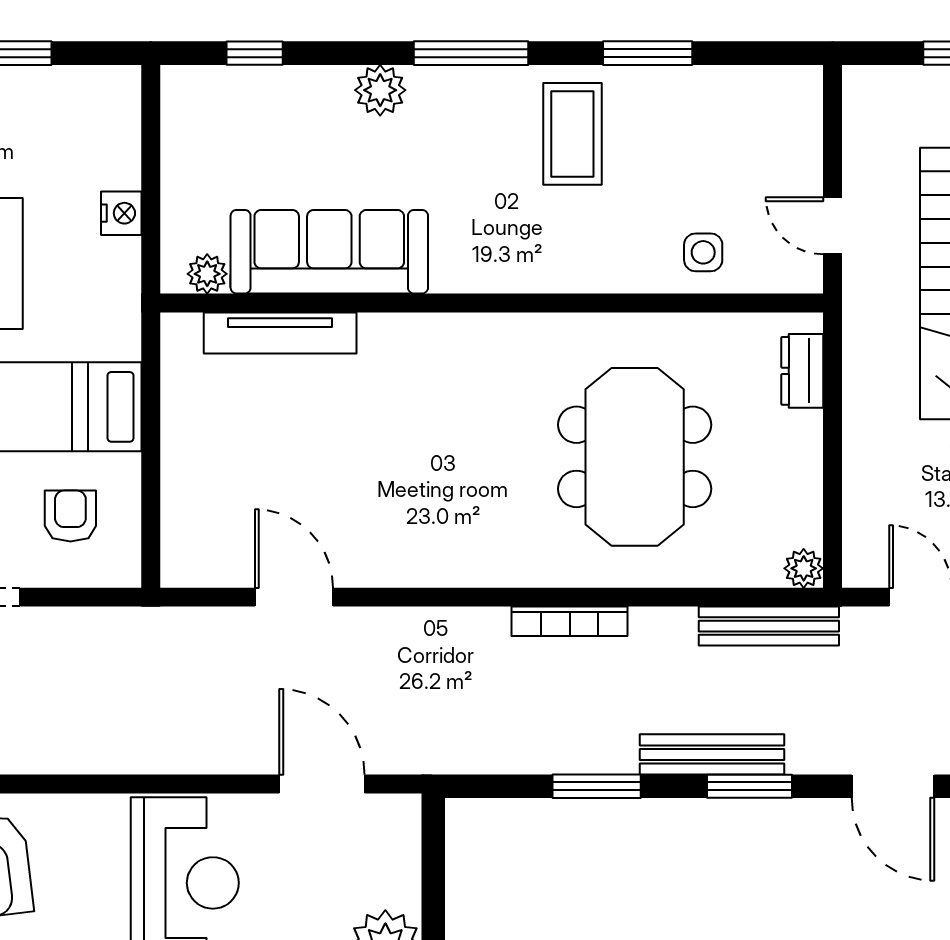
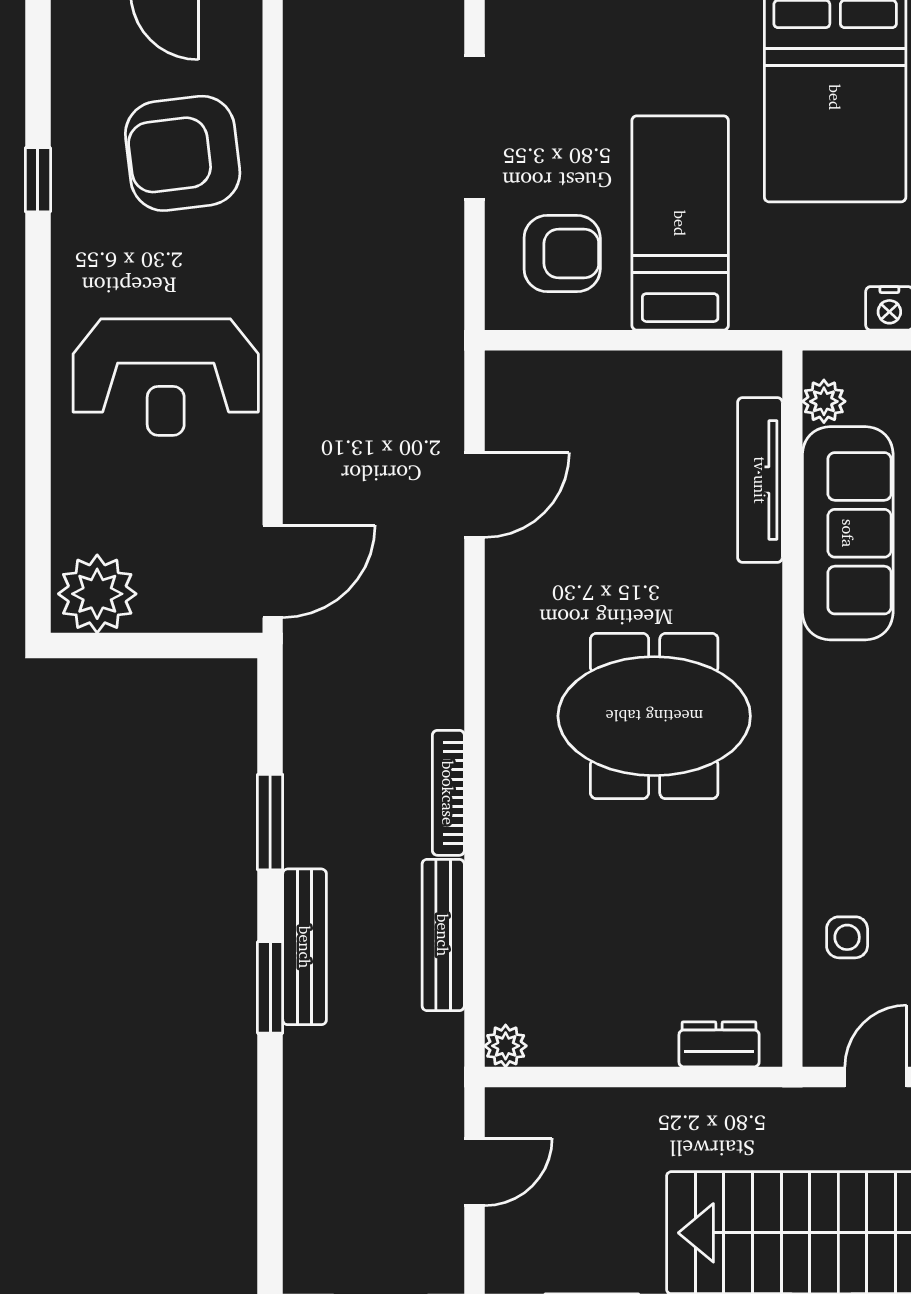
meeting table: (635, 457) -> (654, 716), moved
armchair: (70, 516) -> (562, 253), width x1.38, depth x1.38
bench: (769, 626) -> (443, 935), moved
door: (322, 784) -> (273, 571), moved
door: (893, 786) -> (270, 1142), removed

